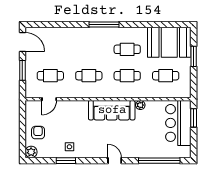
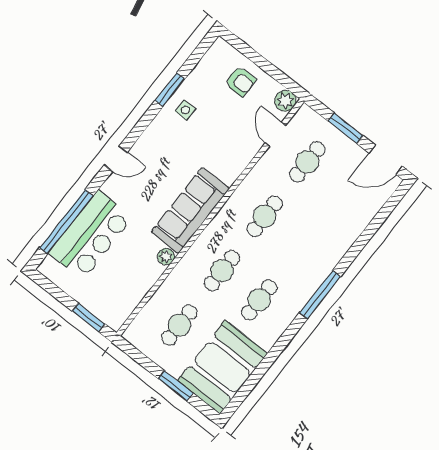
bar counter: (178, 123) -> (91, 235), moved, turned 90
plant: (31, 152) -> (285, 101), moved

